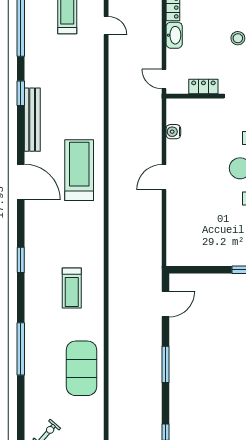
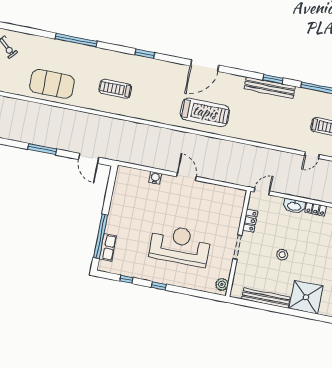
bench: (32, 120) -> (270, 88), moved
water cooler: (173, 132) -> (155, 178), moved

